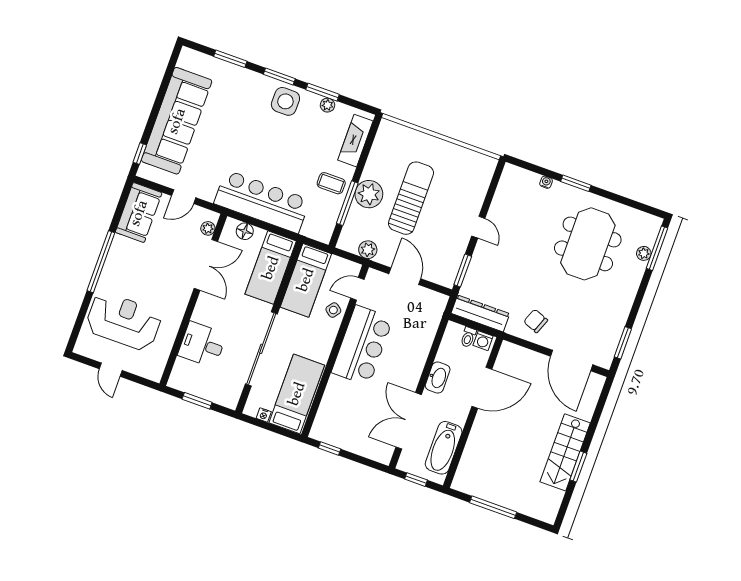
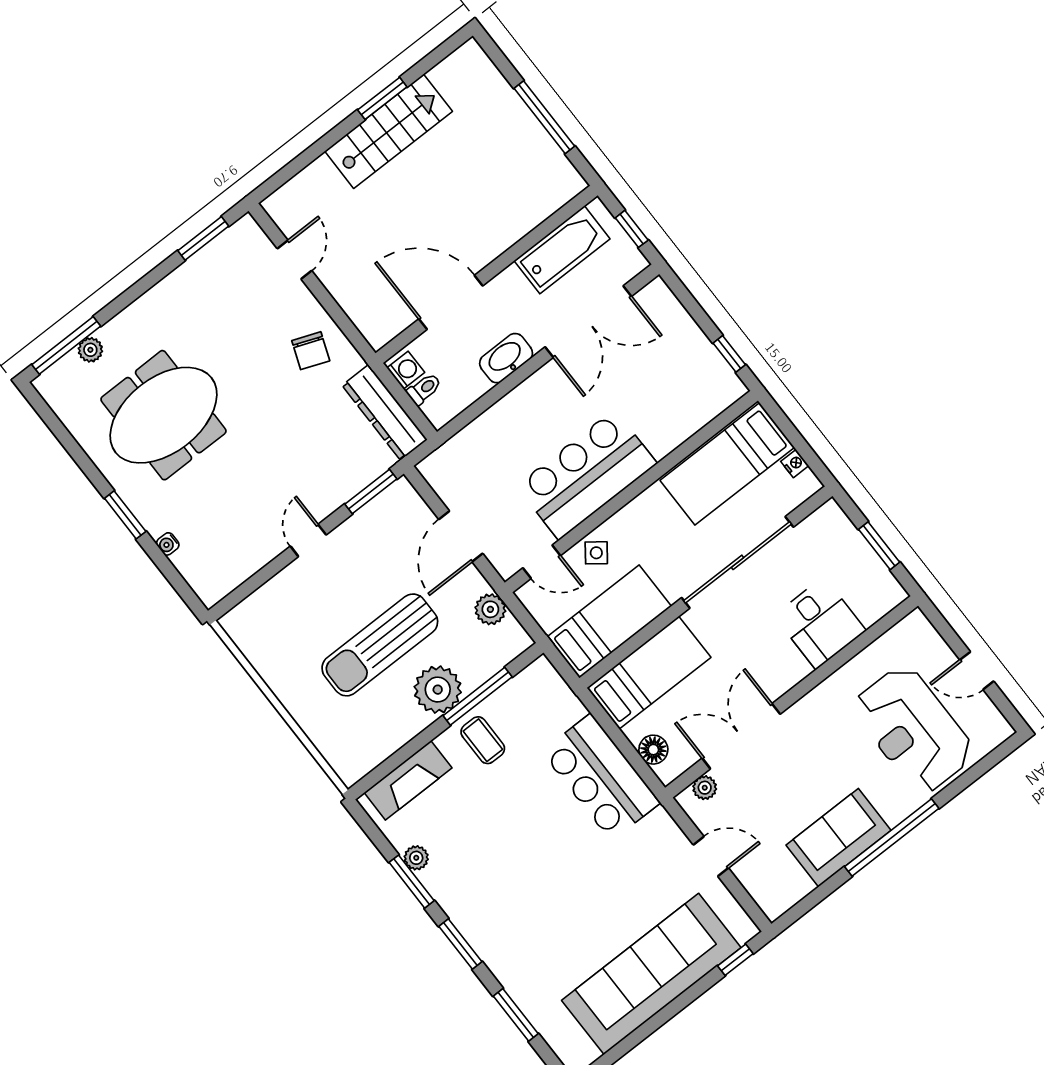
side table: (285, 101) -> (474, 902), removed
bar counter: (262, 202) -> (601, 777), width x0.73
sofa: (139, 213) -> (838, 838), moved
door: (572, 361) -> (295, 260), width x0.53
door: (111, 370) -> (977, 671), swing flipped

